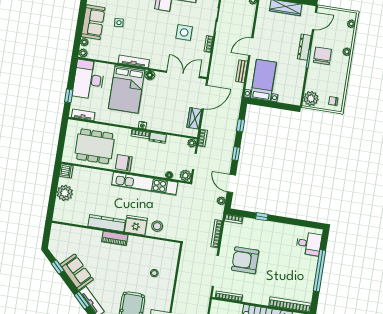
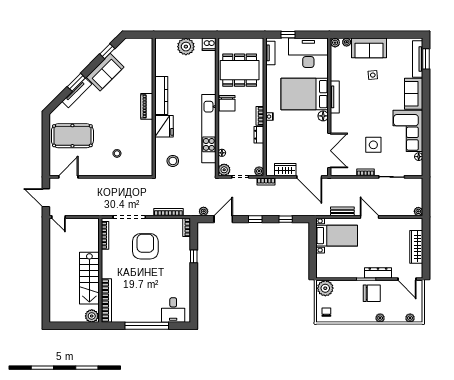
dining table: (95, 146) -> (240, 70), turned 90
chair: (124, 163) -> (227, 103), turned 180
stool: (157, 226) -> (173, 161), moved

